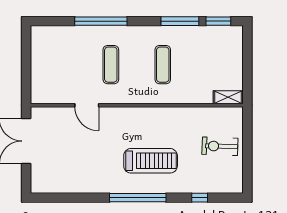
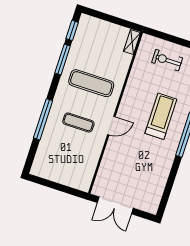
exercise mat: (163, 65) -> (91, 83), width x1.36, depth x1.45
door: (87, 105) -> (111, 126), moved
exercise bike: (220, 146) -> (167, 60), turned 88

